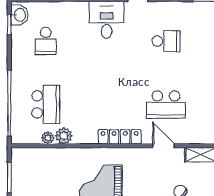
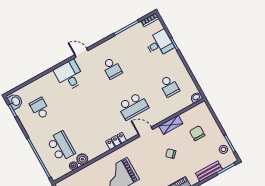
school desk: (46, 41) -> (40, 108), turned 180
school desk: (166, 41) -> (112, 68), turned 90
locker: (120, 137) -> (116, 141), width x0.66

